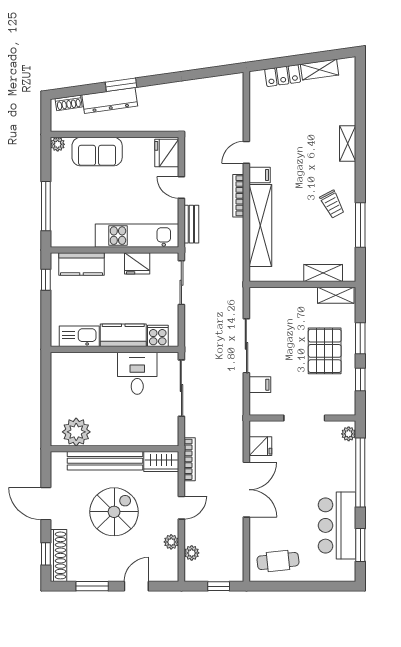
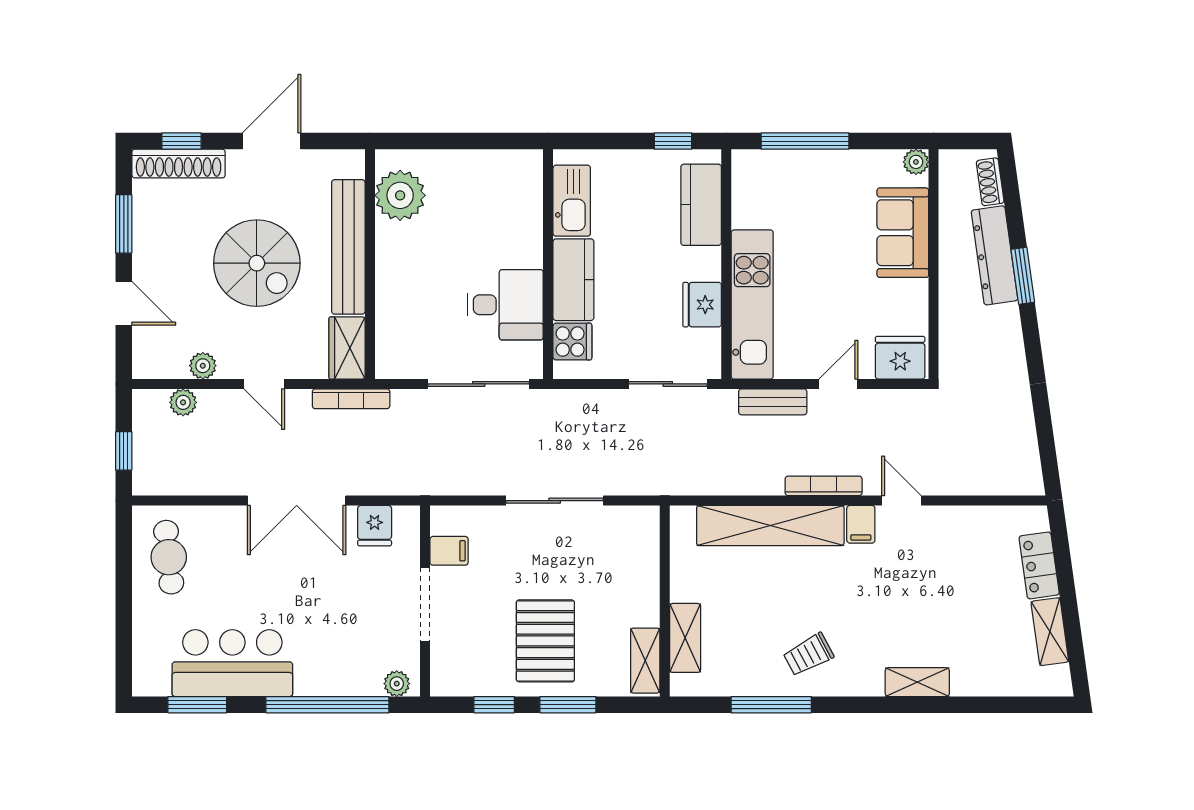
pallet: (325, 351) -> (545, 641), turned 90
filing cabinet: (260, 385) -> (449, 551), moved, turned -90

